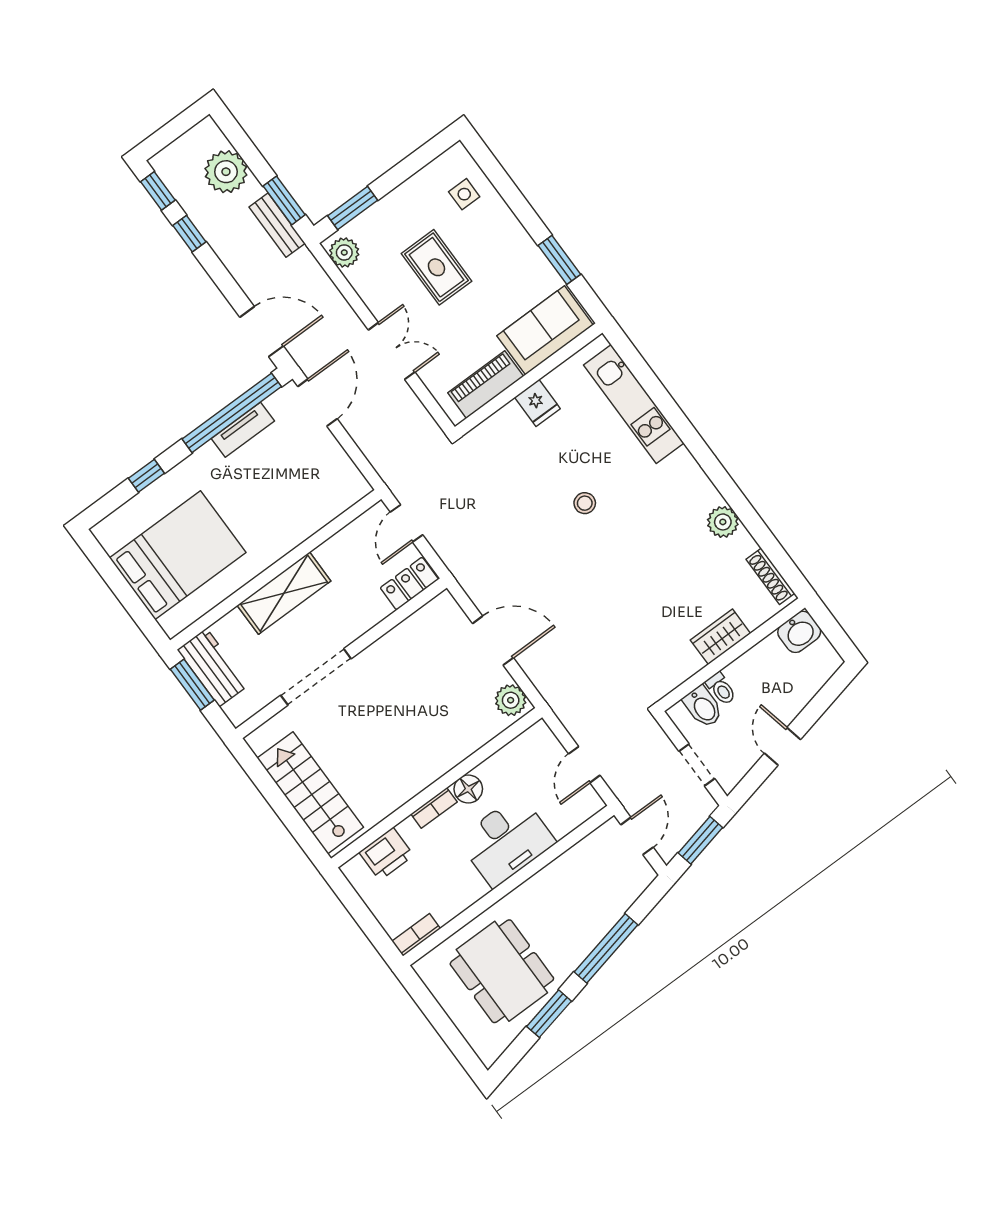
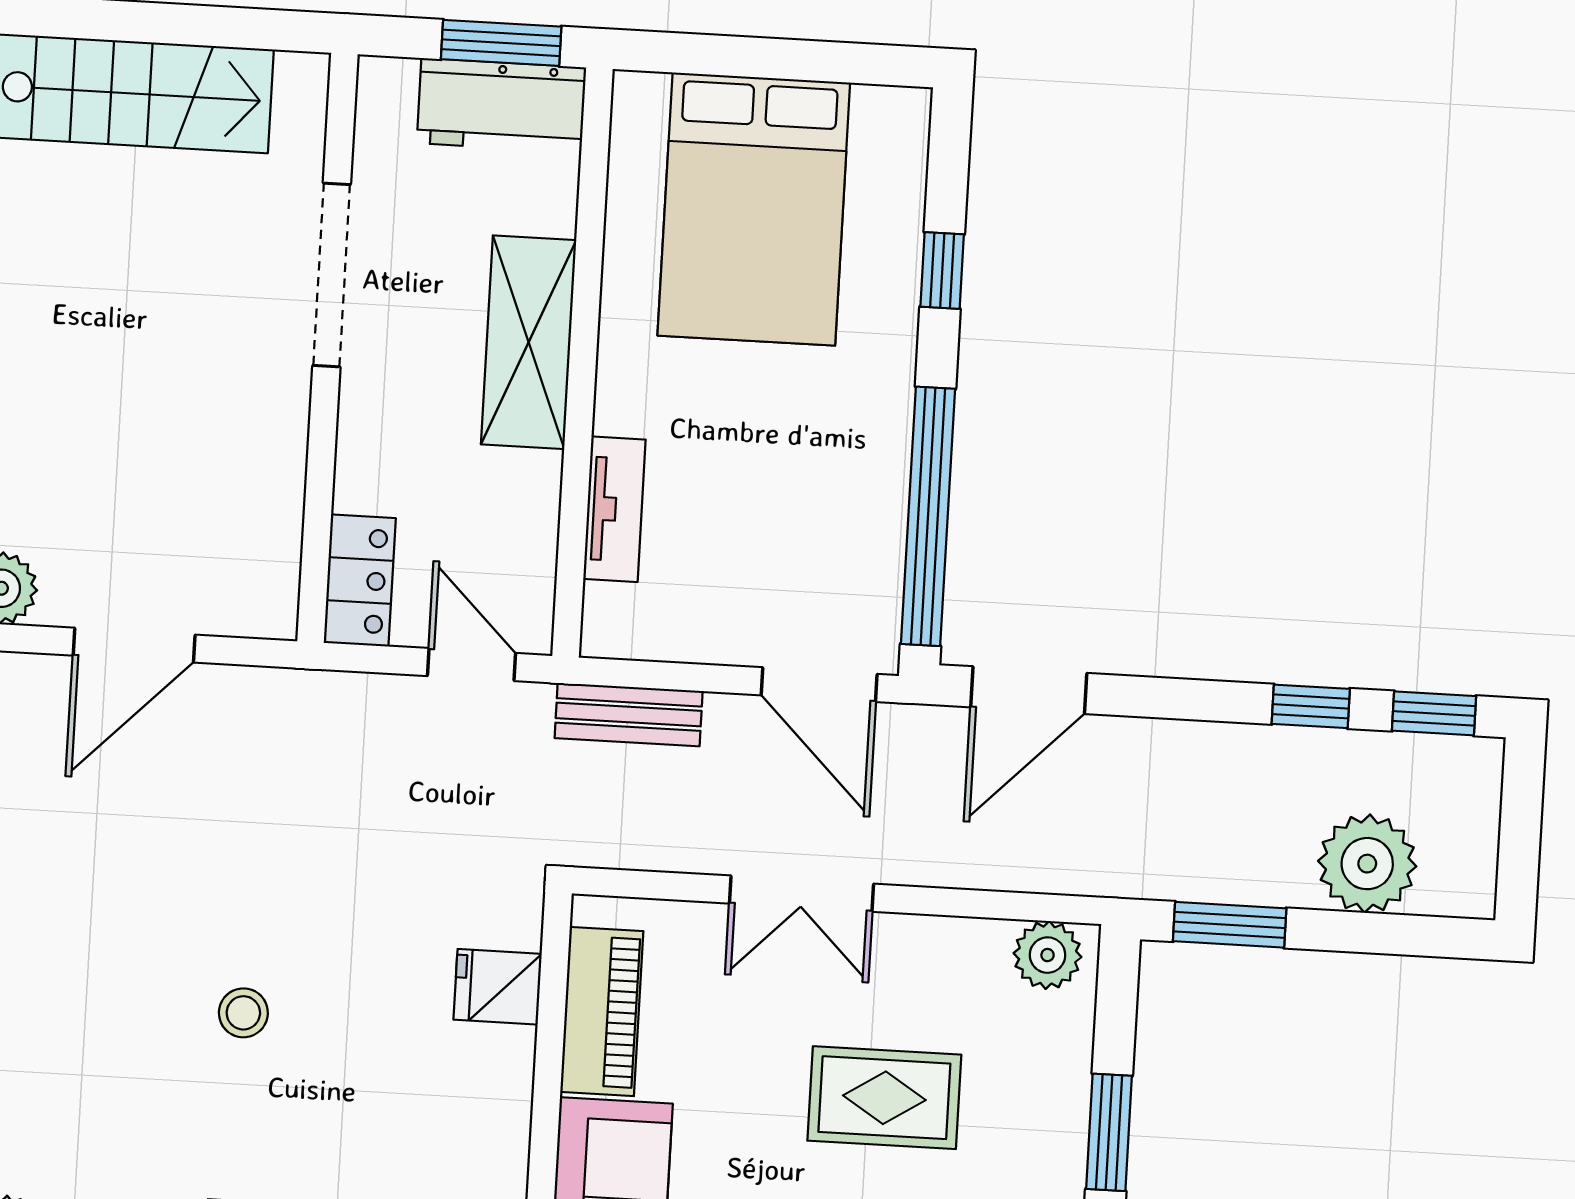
window: (353, 208) -> (1109, 1132), moved
bench: (277, 225) -> (629, 715), moved
fridge: (537, 403) -> (498, 987), moved
tv unit: (243, 430) -> (614, 509), moved, turned 180

